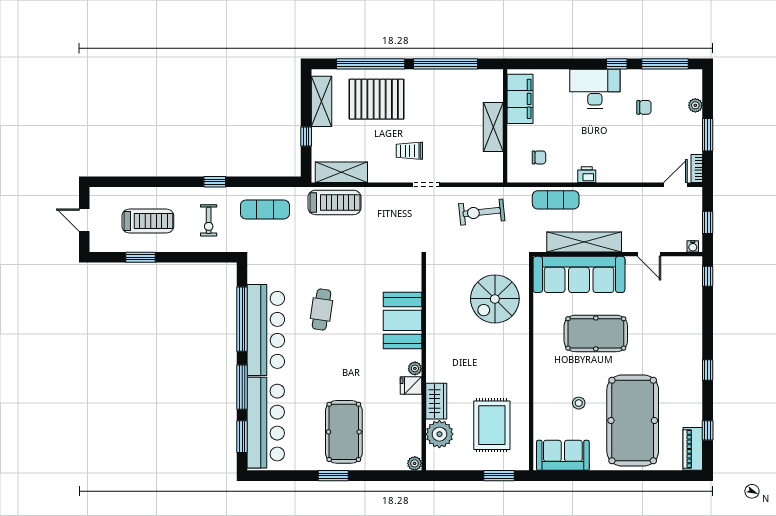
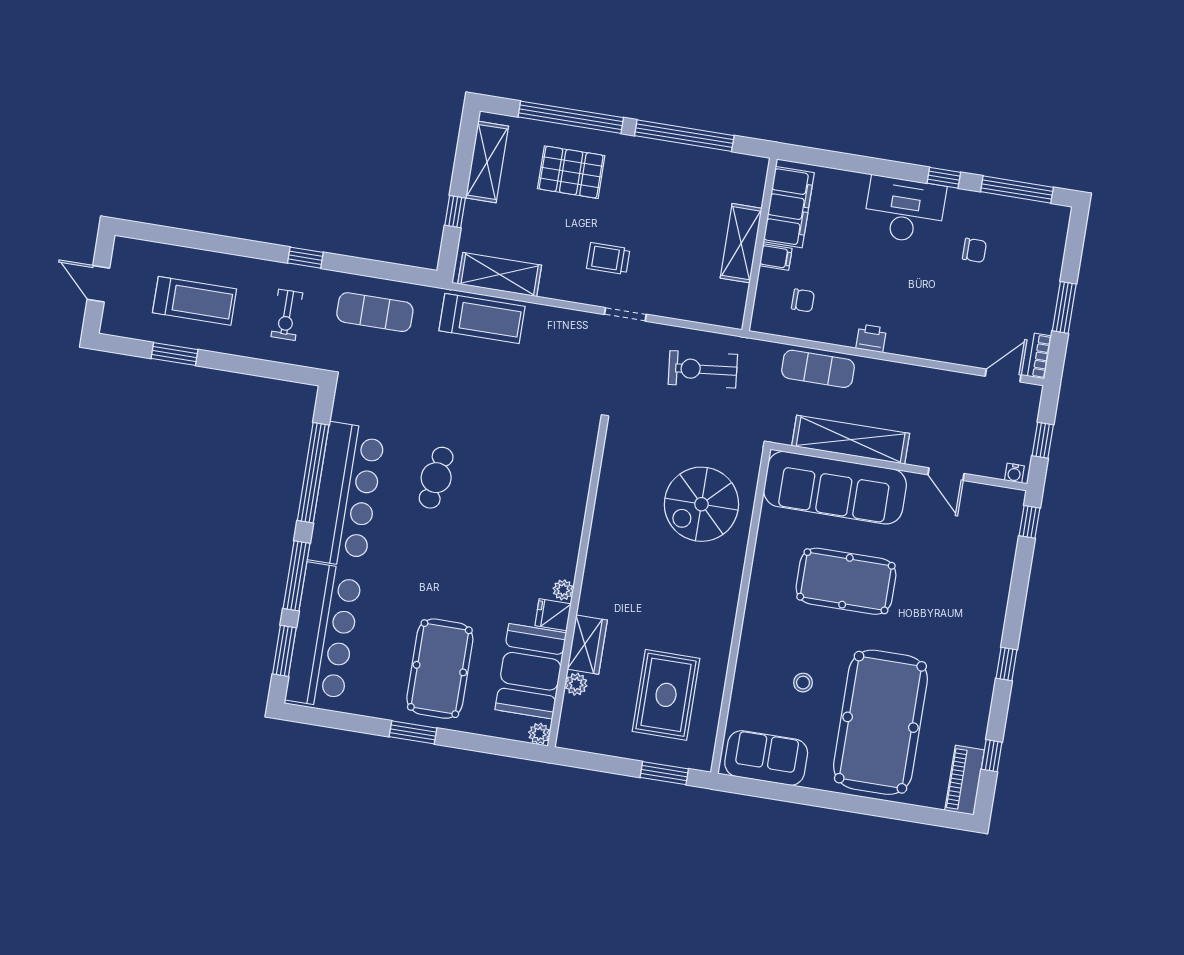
pallet: (377, 99) -> (571, 172), width x0.73, depth x0.71
plant: (695, 105) -> (1053, 260), removed
filing cabinet: (517, 132) -> (776, 257), added
booth: (403, 320) -> (531, 671), moved
plant: (439, 434) -> (576, 684), width x0.53, depth x0.53

